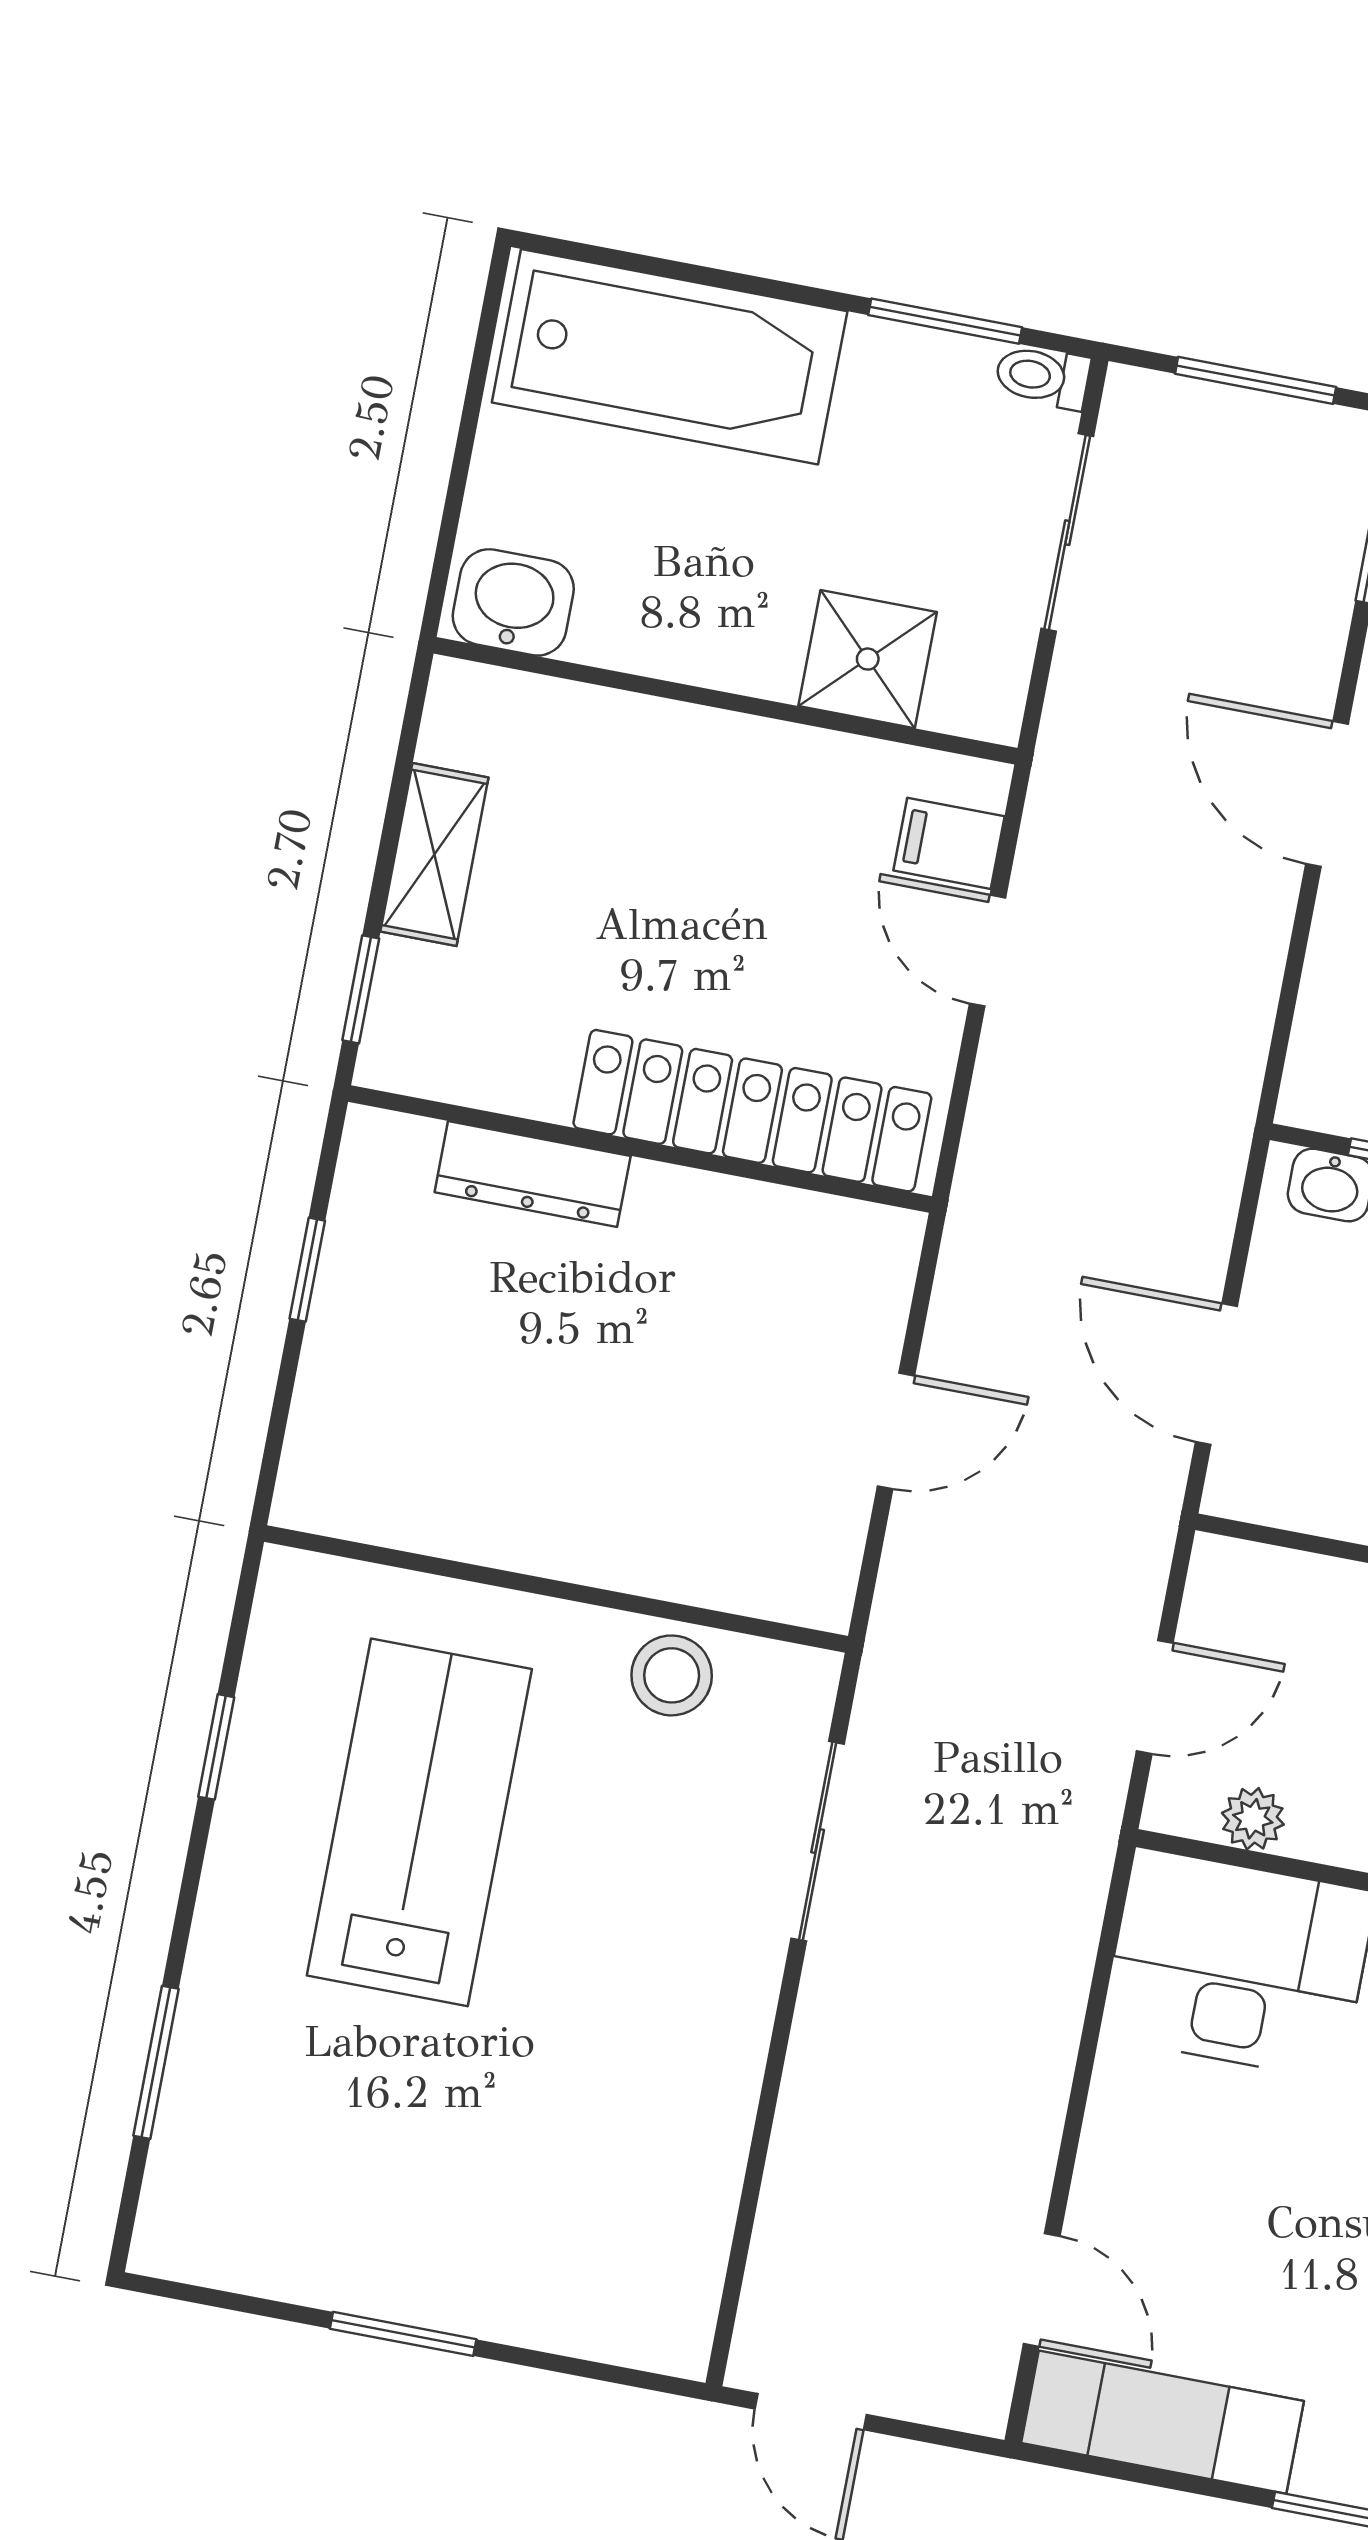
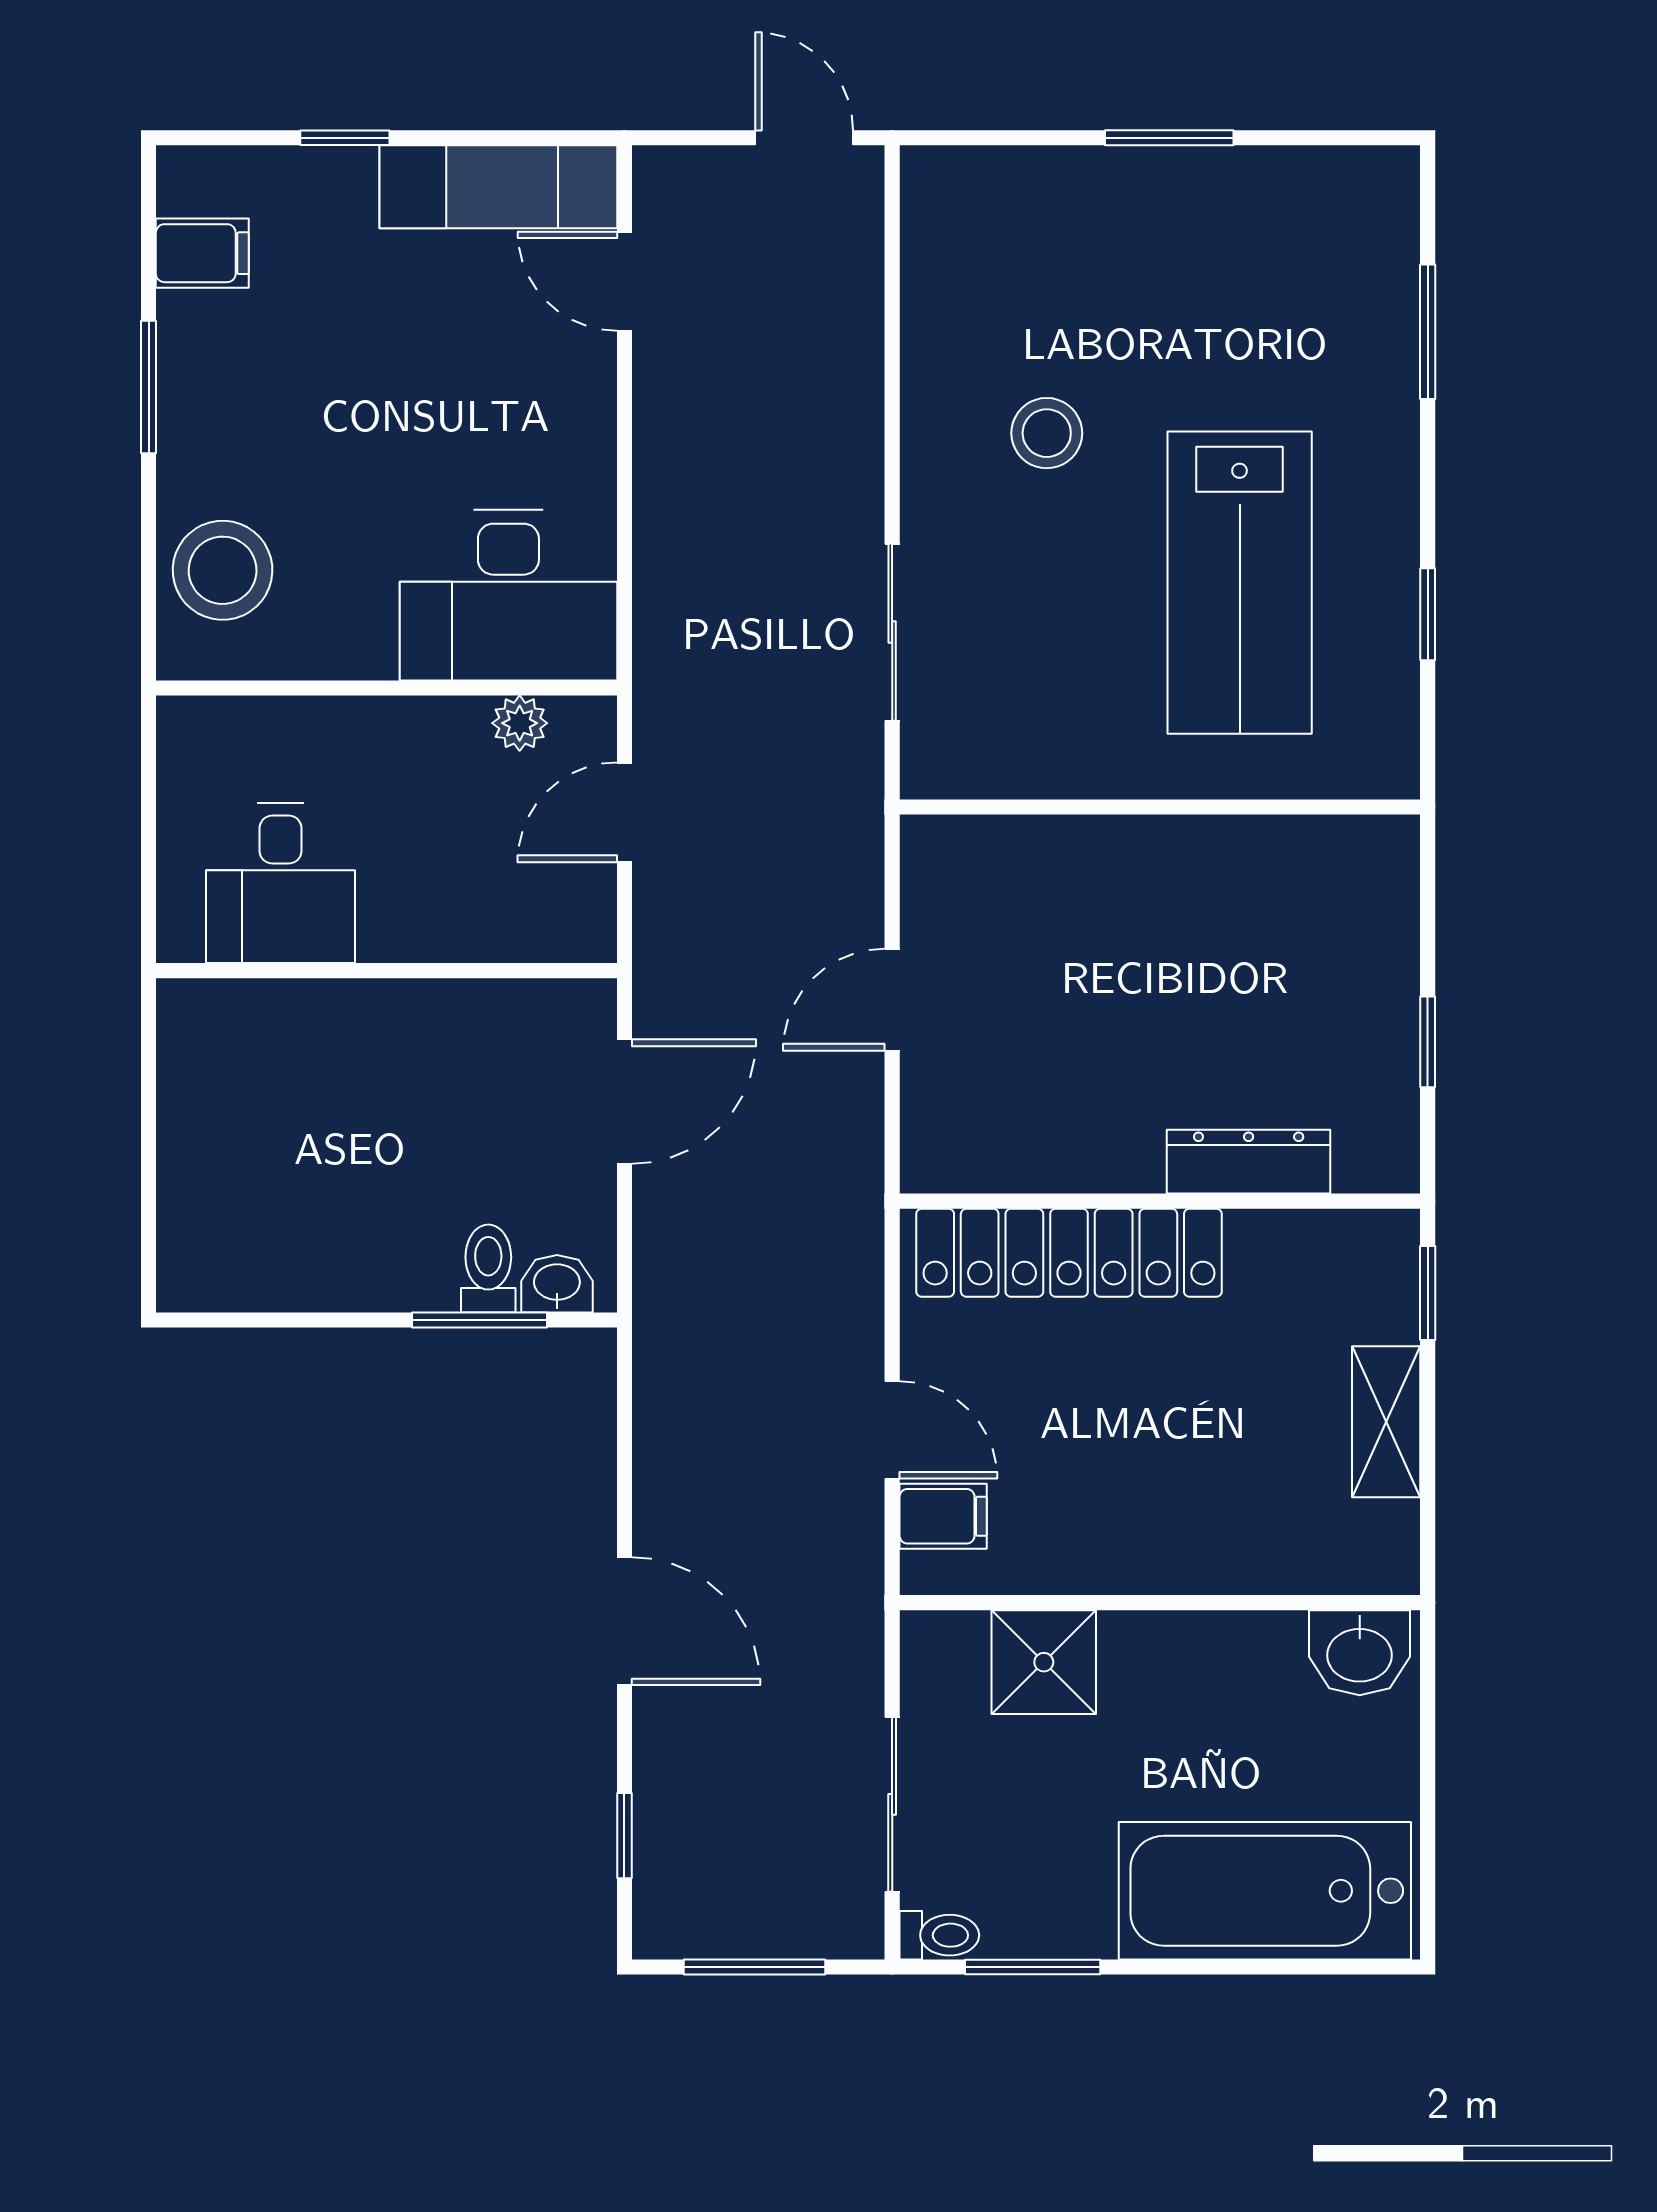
door: (1216, 1374) -> (624, 1102), hinge flipped
stool: (672, 1675) -> (1047, 433), moved

